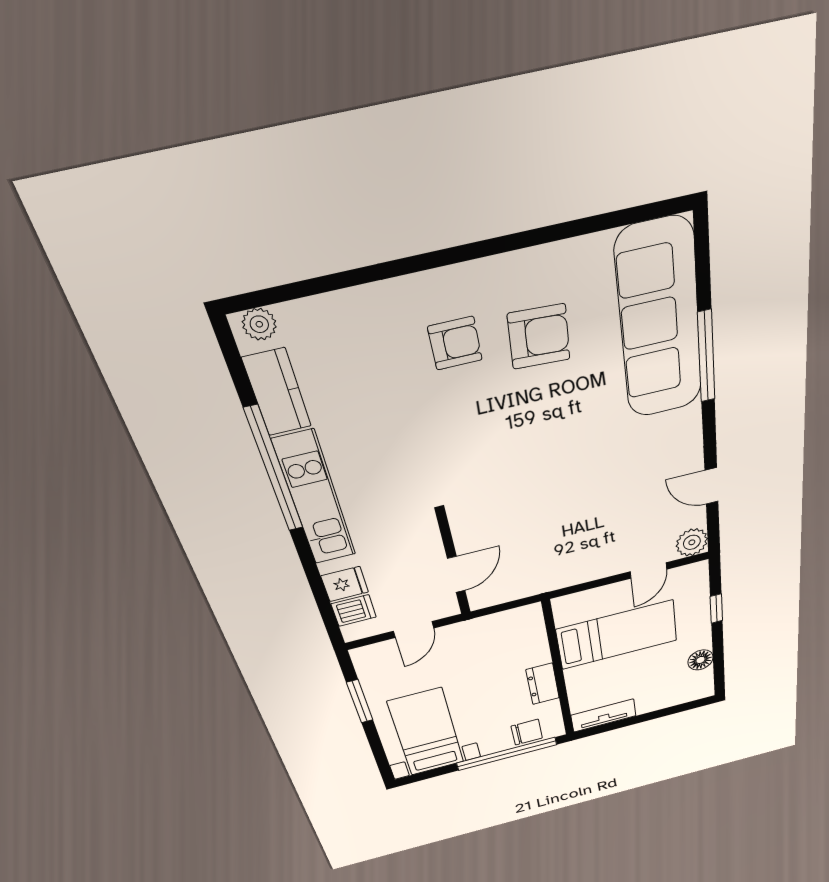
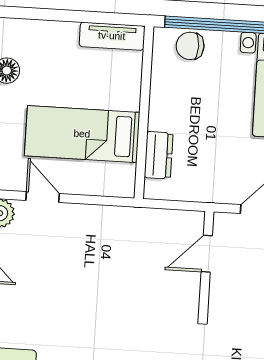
door: (648, 570) -> (43, 197), hinge flipped
dresser: (543, 684) -> (159, 155), moved

